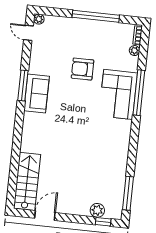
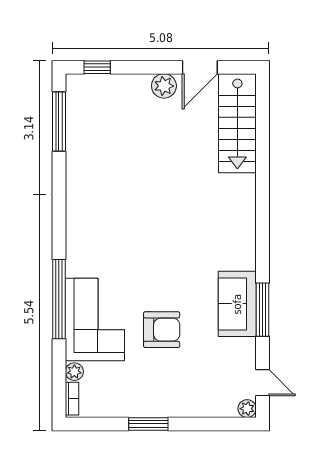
window: (96, 16) -> (148, 424), width x0.47
window: (23, 85) -> (263, 310), moved
sofa: (37, 93) -> (237, 304), moved
corner sofa: (118, 94) -> (95, 320), moved
plant: (97, 210) -> (164, 86), moved

